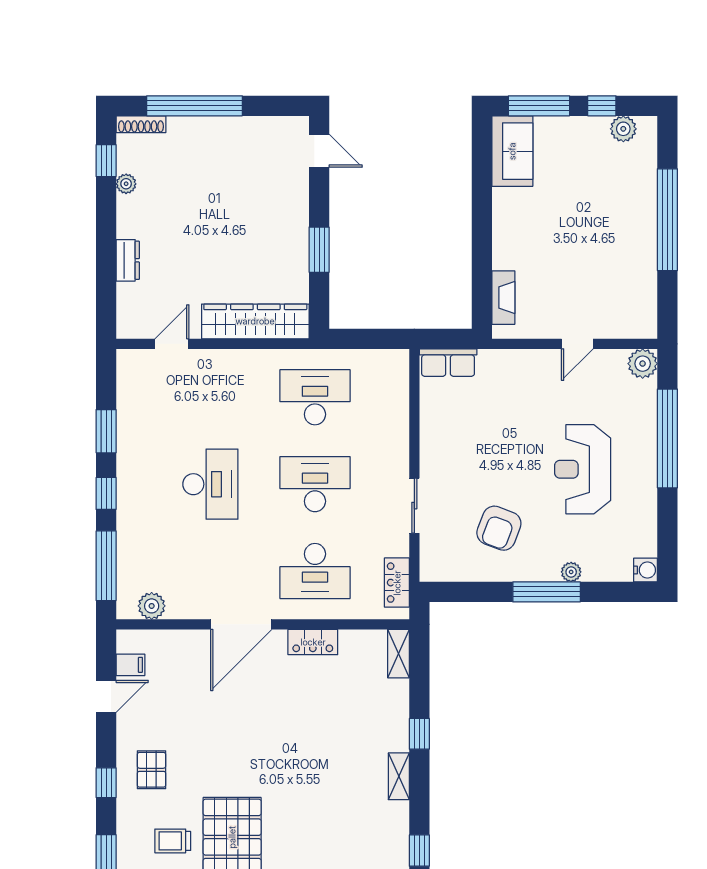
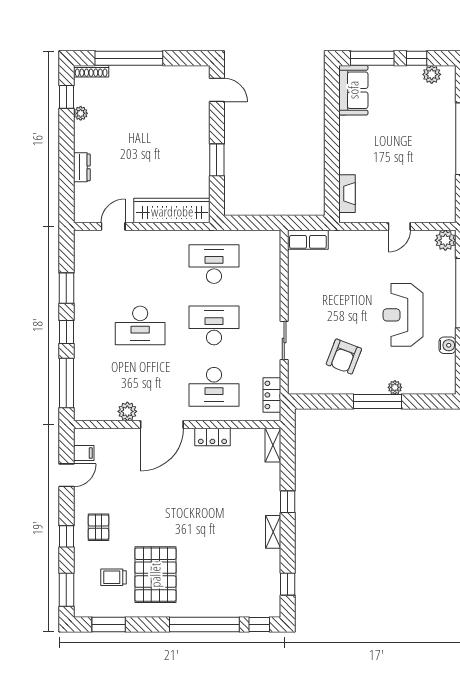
desk: (210, 484) -> (140, 325), turned 90
water cooler: (645, 570) -> (447, 345), moved
plant: (152, 606) -> (127, 411), moved

